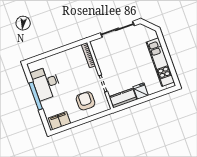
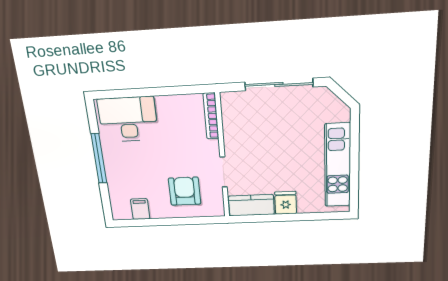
desk: (46, 83) -> (128, 119), moved, turned 90
filing cabinet: (59, 121) -> (140, 209), width x0.50

